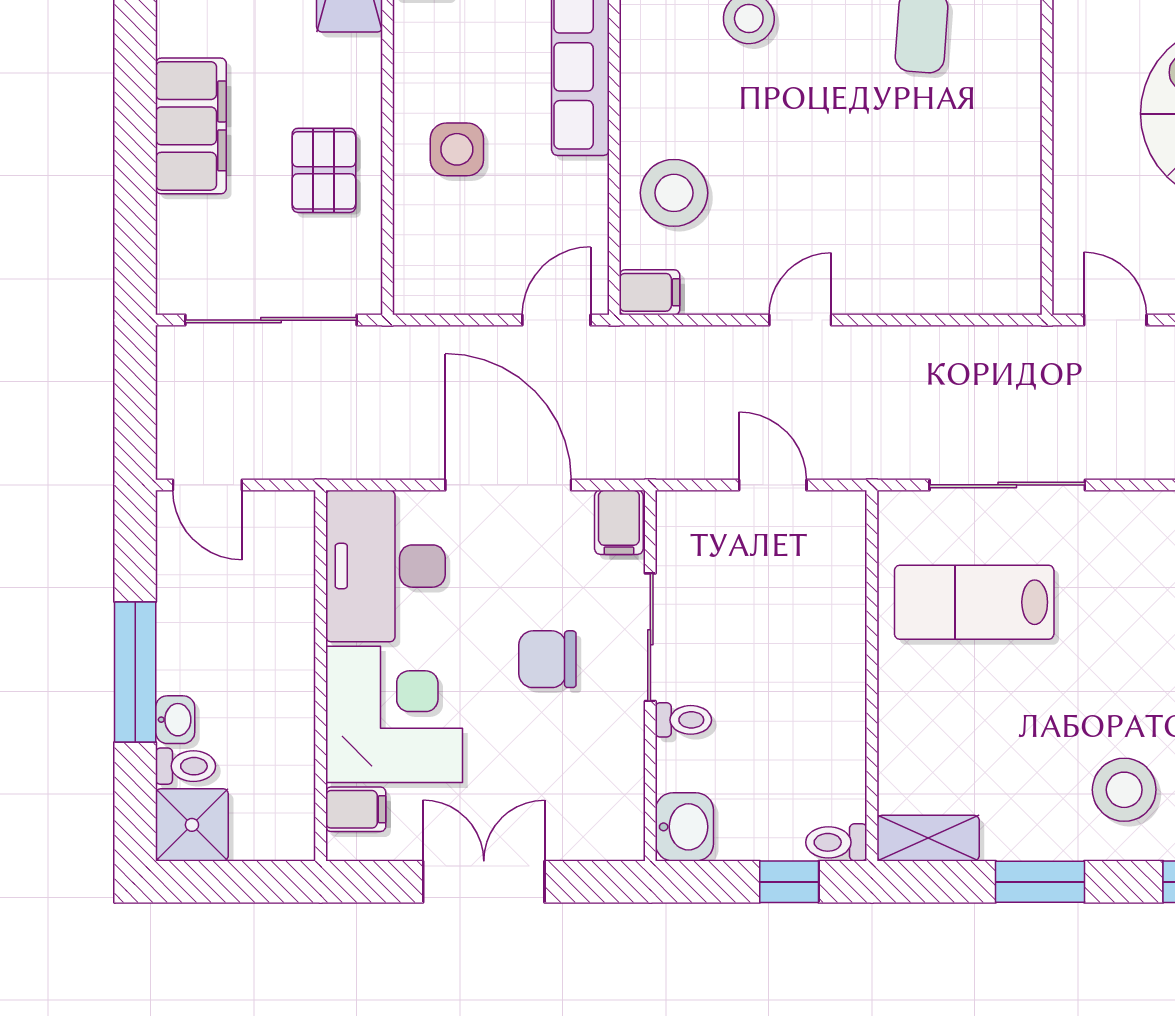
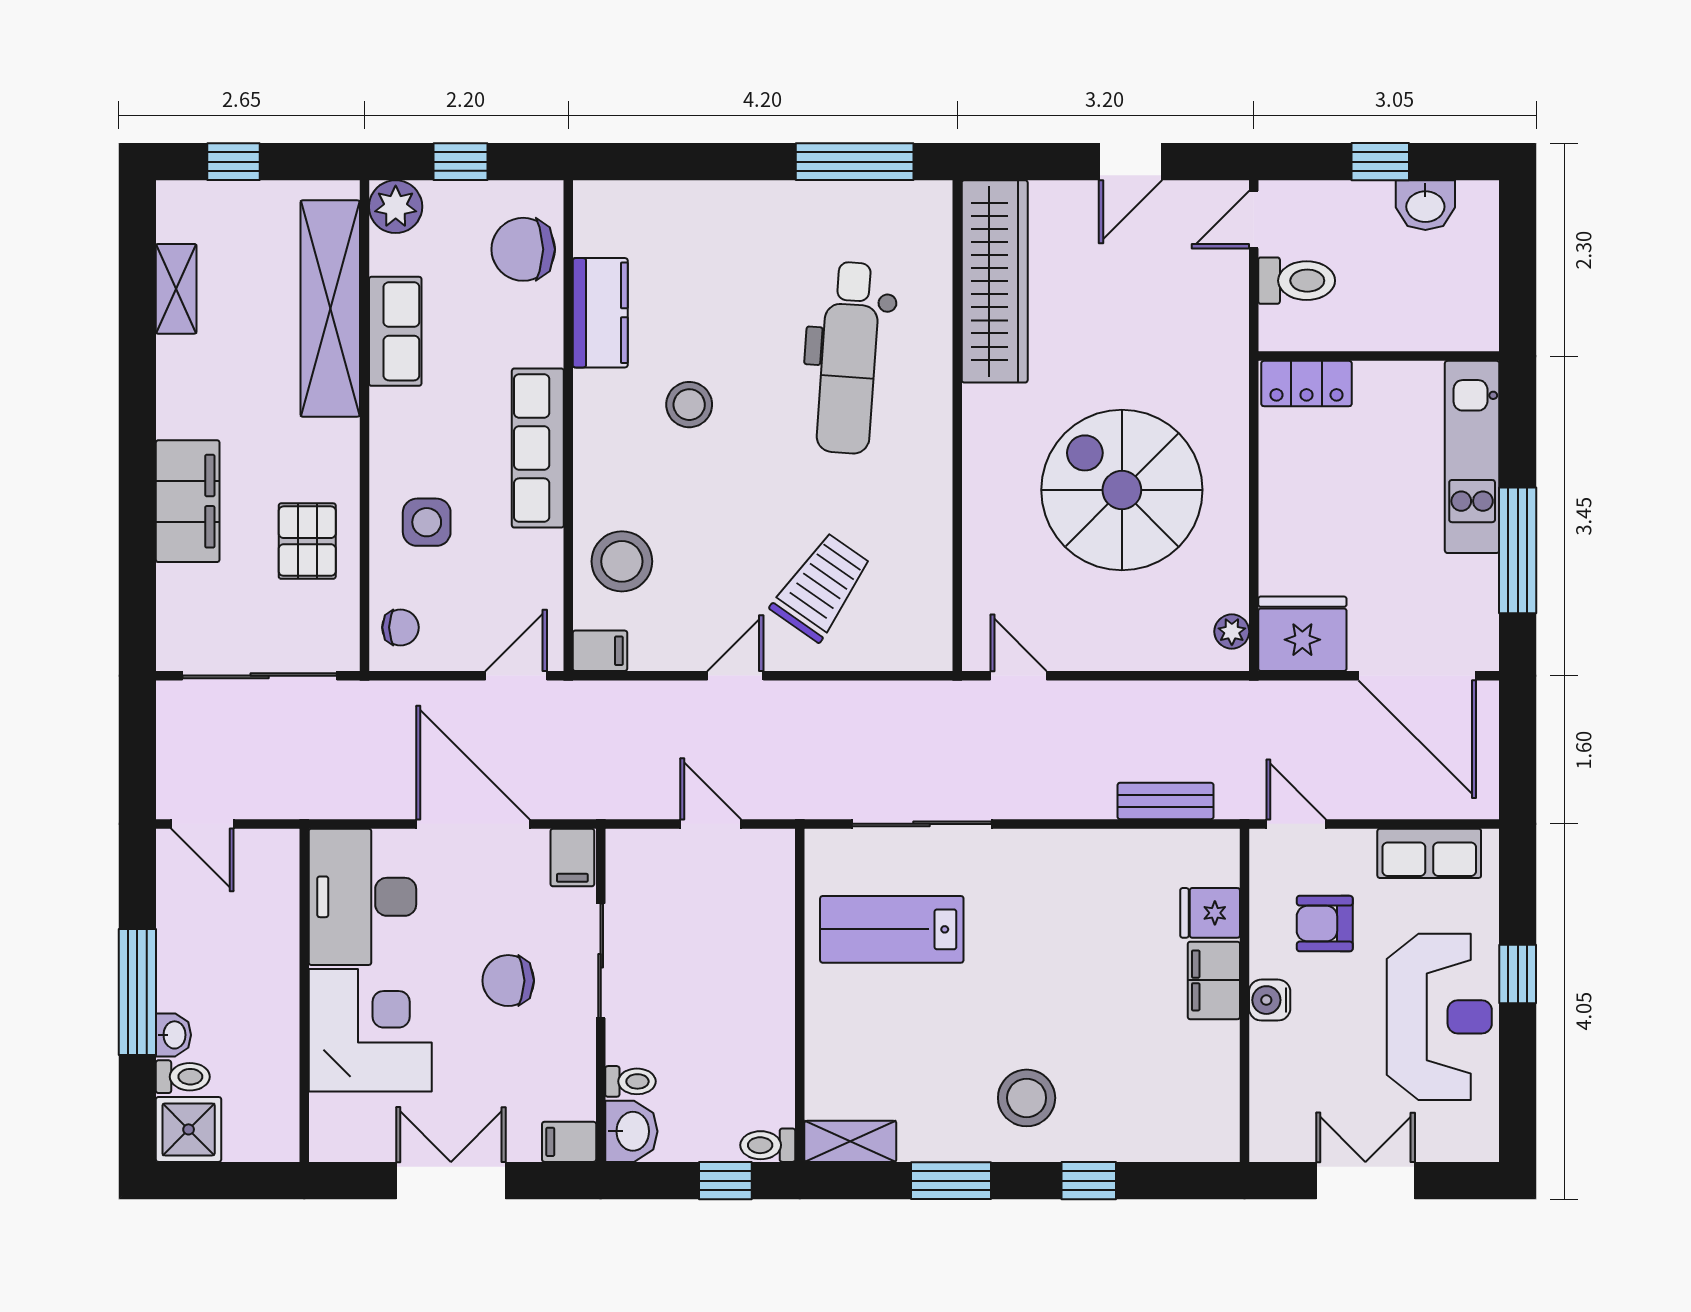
trolley: (896, 221) -> (821, 587), added
chair: (428, 266) -> (400, 627), added
toilet: (683, 720) -> (630, 1081), moved
filing cabinet: (356, 809) -> (569, 1142), moved, turned 180

